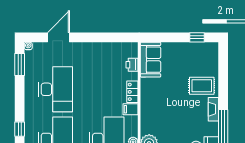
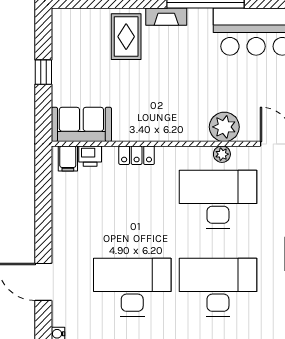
window: (197, 37) -> (43, 72), moved
filing cabinet: (131, 109) -> (68, 158), moved

